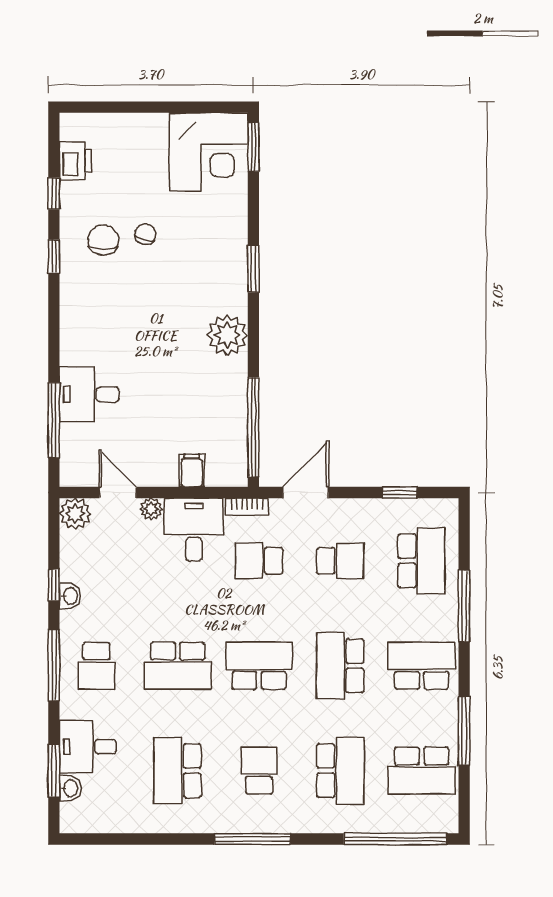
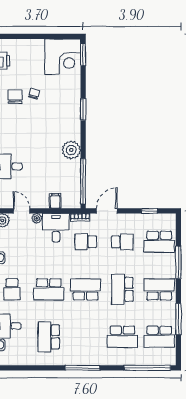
plant: (227, 335) -> (71, 150), moved
school desk: (422, 561) -> (159, 242), turned 90
school desk: (259, 771) -> (86, 337), removed
school desk: (340, 771) -> (122, 337), turned 90

